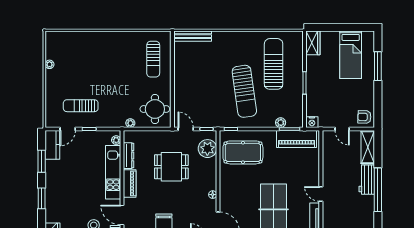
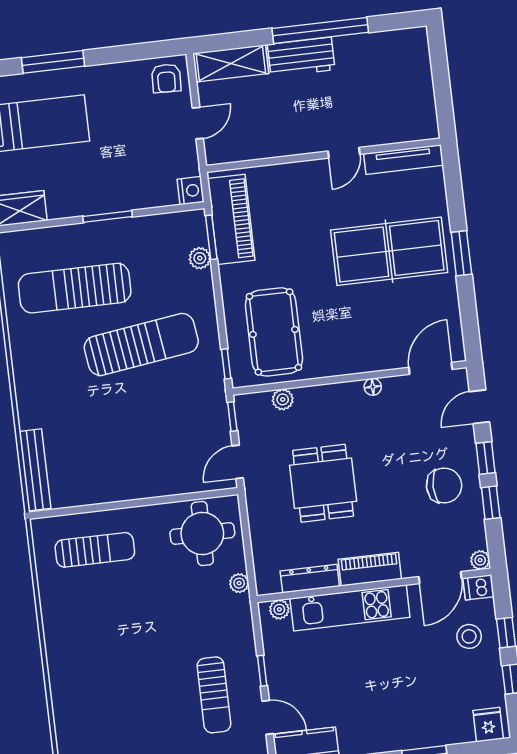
plant: (207, 149) -> (283, 399), width x0.53, depth x0.53

